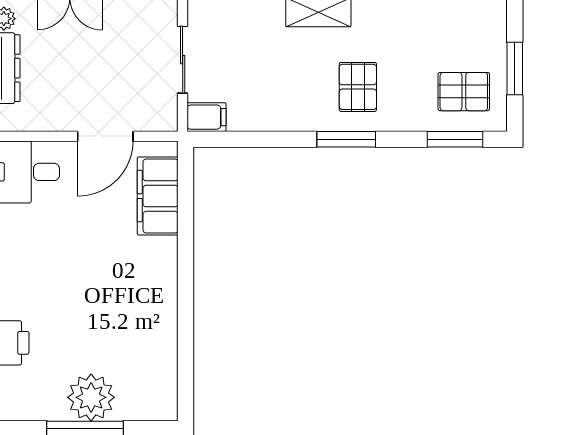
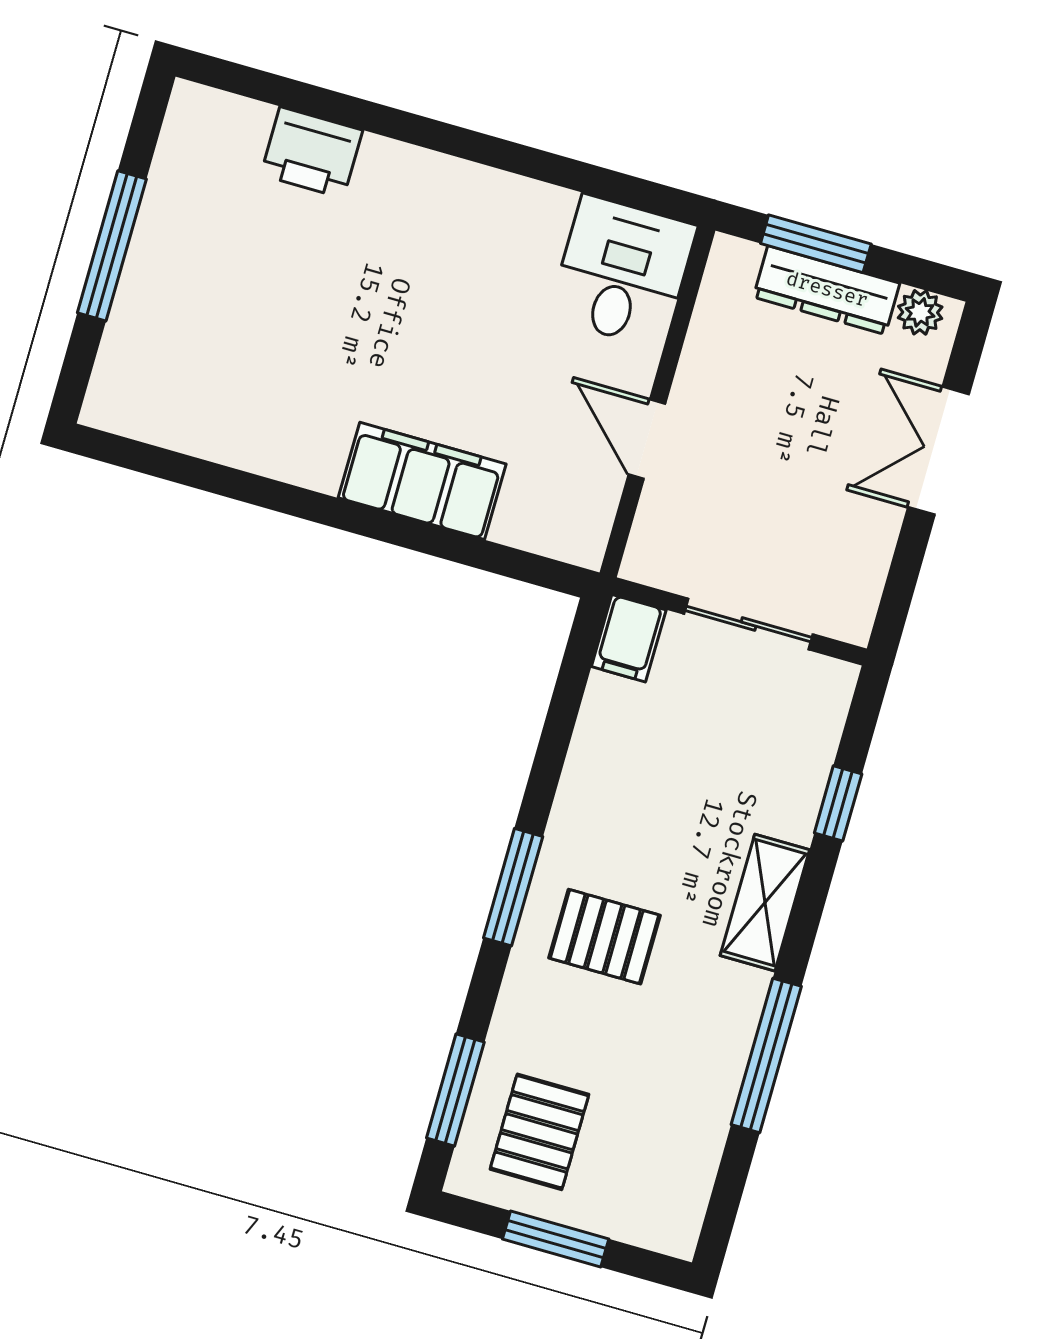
door: (105, 136) -> (647, 439), width x0.73
filing cabinet: (158, 196) -> (422, 481), moved
plant: (91, 397) -> (167, 274), removed

